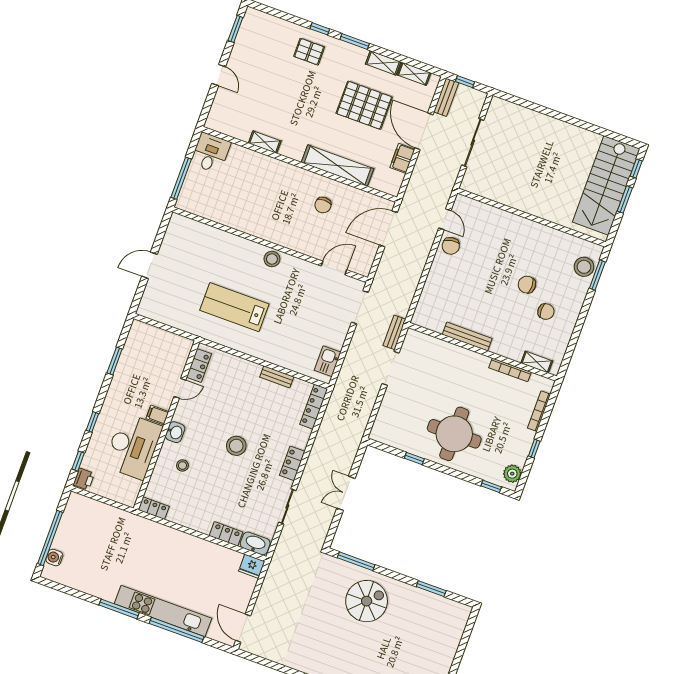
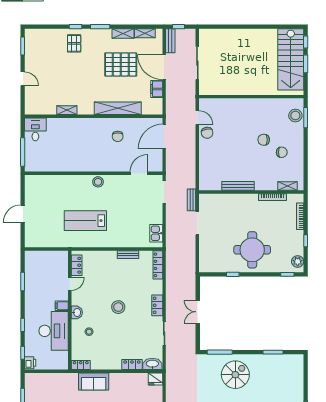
pallet: (309, 52) -> (74, 43), turned 90
sofa: (163, 538) -> (94, 382), added

